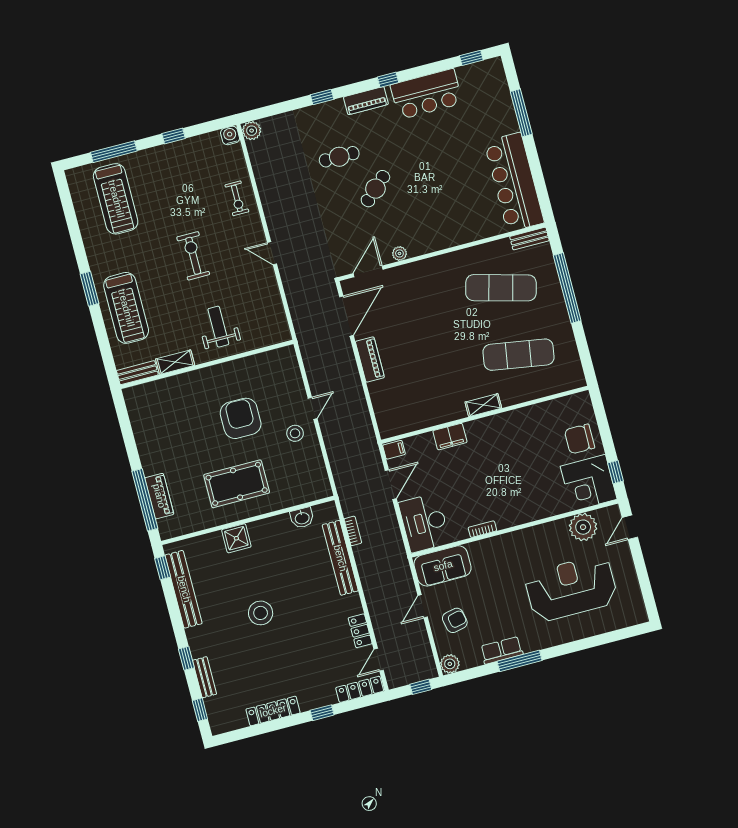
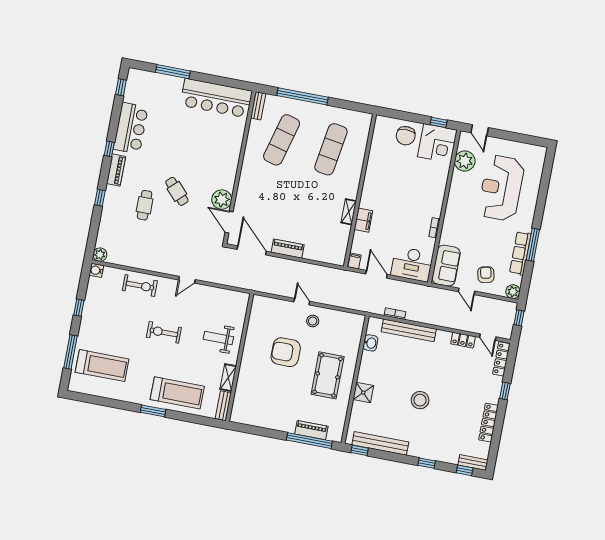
exercise bike: (237, 198) -> (140, 286), width x1.38, depth x1.39
plant: (399, 253) -> (222, 200), width x1.88, depth x1.88
shelving: (483, 405) -> (349, 212), moved
row of seats: (502, 650) -> (520, 253), width x1.48
bench: (205, 677) -> (473, 462), moved

